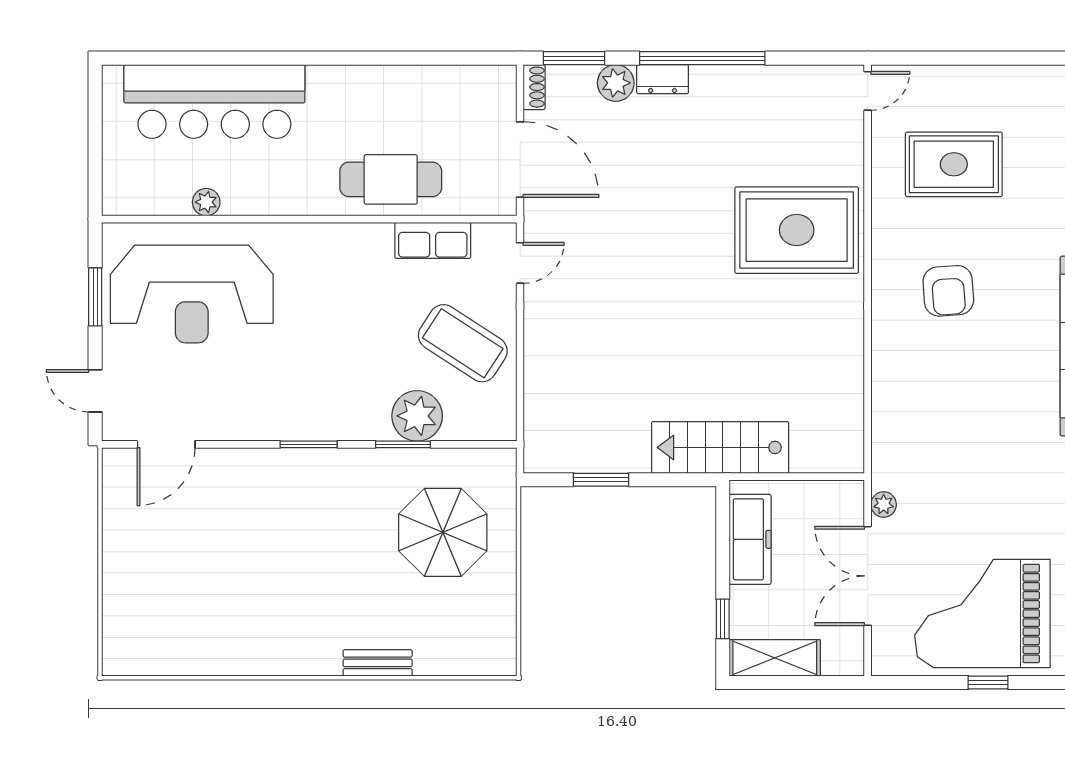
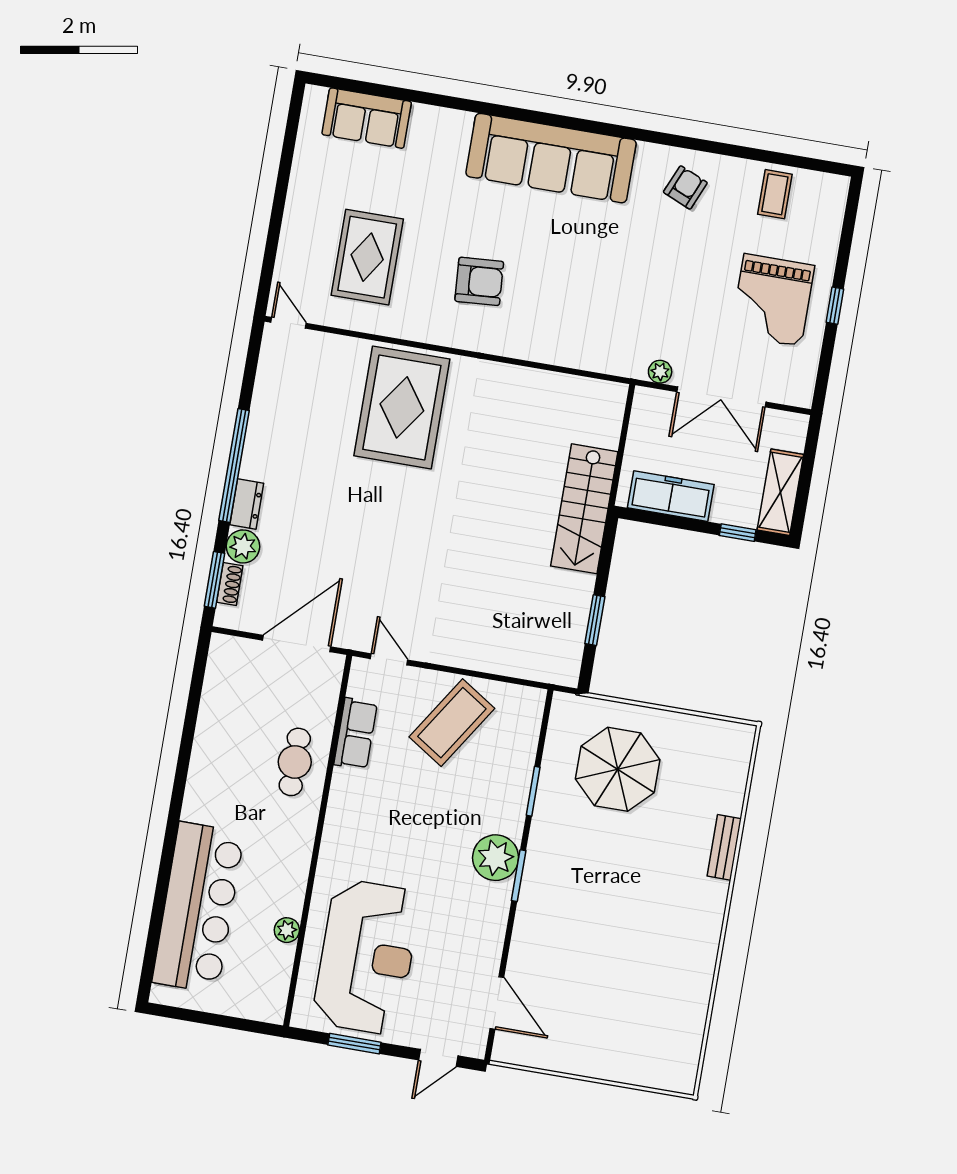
shoe rack: (534, 87) -> (230, 584), moved, turned 90
cafe table: (391, 179) -> (295, 762), width x0.73, depth x0.74
plant: (417, 416) -> (496, 858), moved
grand piano: (982, 614) -> (772, 300), width x0.73, depth x0.68

